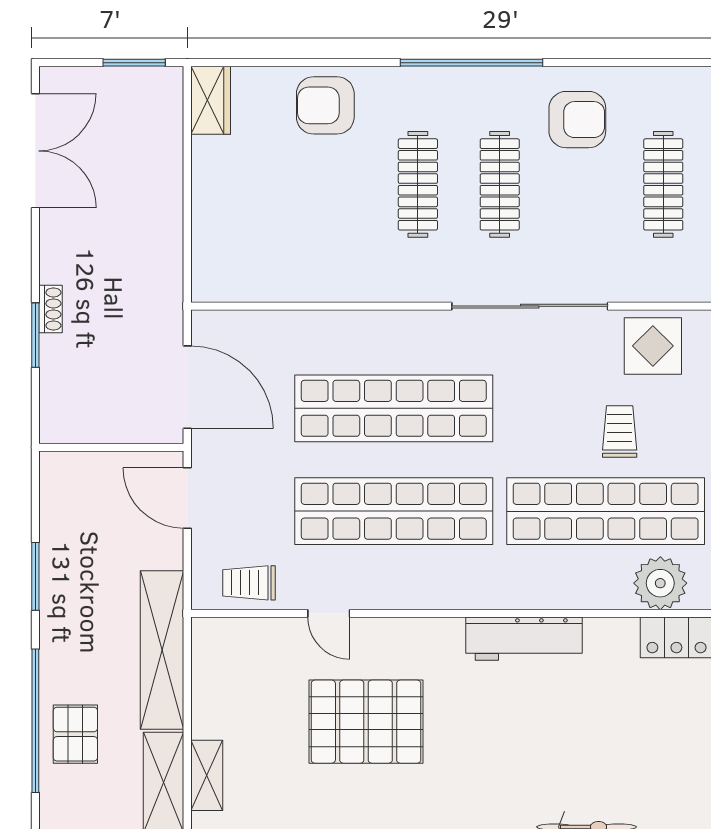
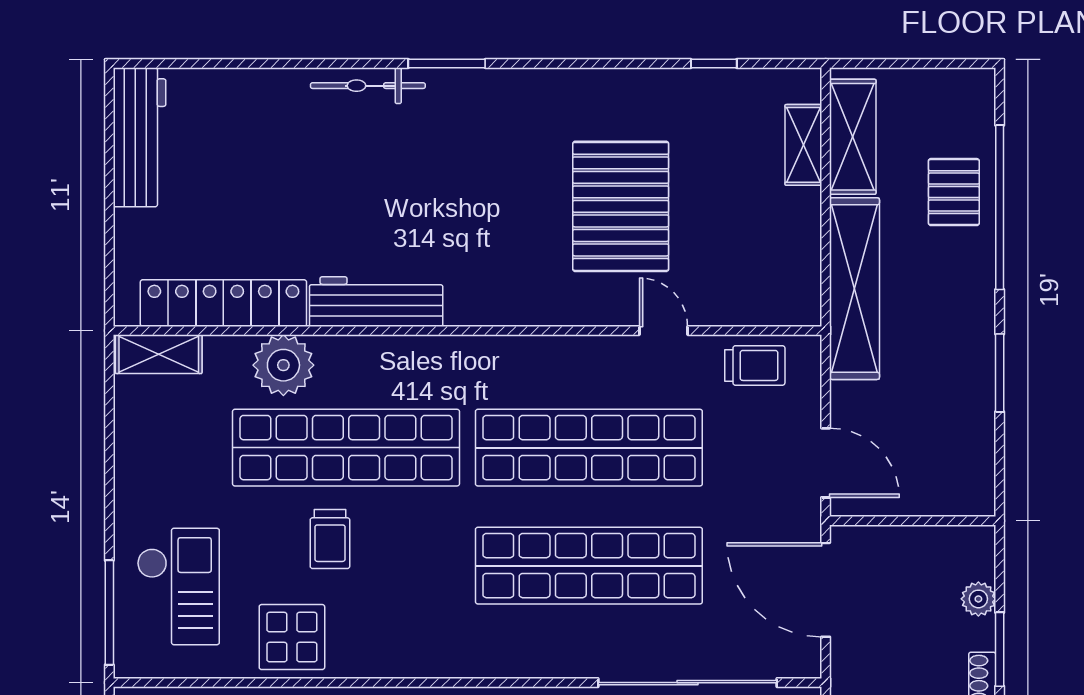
sliding door: (530, 306) -> (687, 683), moved
plant: (54, 379) -> (978, 599), added
workbench: (524, 639) -> (376, 302), moved
pallet: (366, 722) -> (621, 206), turned 90

